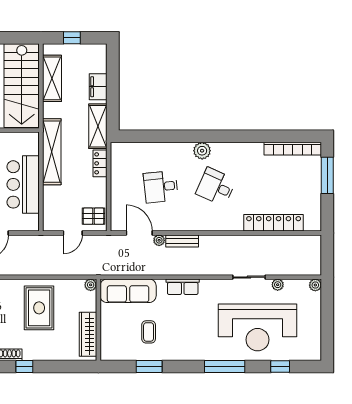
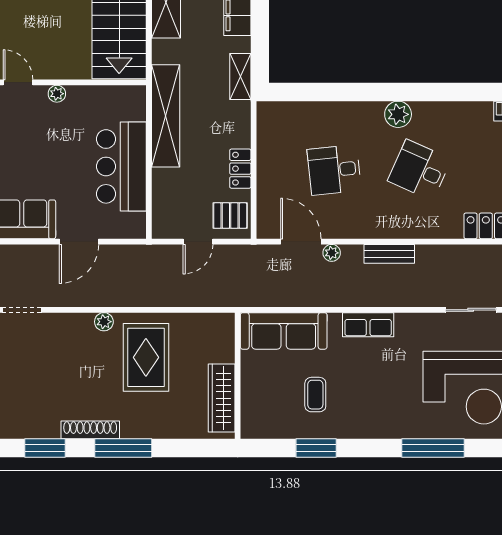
shelving: (98, 126) -> (240, 76), width x0.67, depth x0.75
locker: (100, 163) -> (240, 169), moved
bench: (182, 241) -> (389, 254), moved
plant: (91, 285) -> (104, 322), moved
window: (24, 366) -> (123, 448), width x2.17

